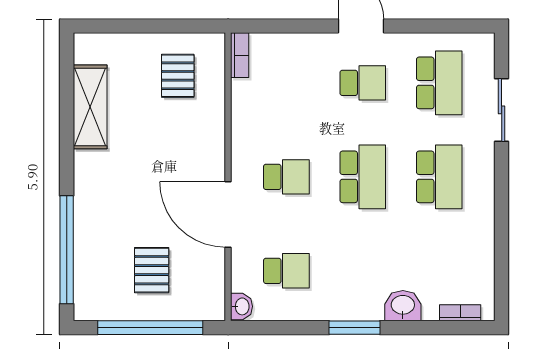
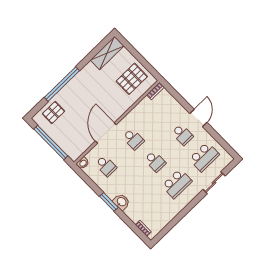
pallet: (178, 76) -> (132, 79), width x1.50, depth x1.42
shelving: (90, 107) -> (107, 53), moved
school desk: (363, 177) -> (155, 161), width x0.54
window: (67, 250) -> (62, 84), moved
pallet: (152, 270) -> (53, 112), moved
washbasin: (403, 306) -> (121, 202), moved

